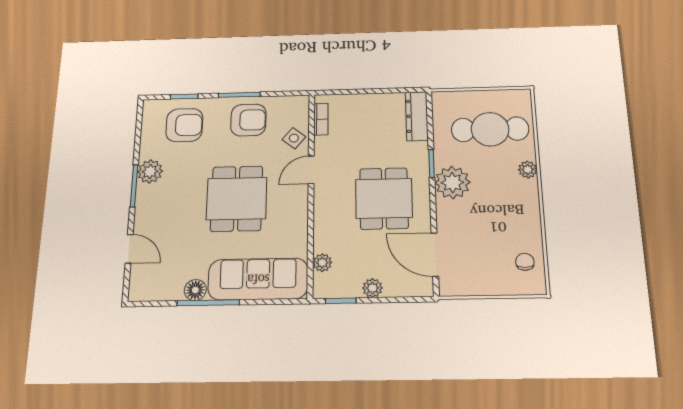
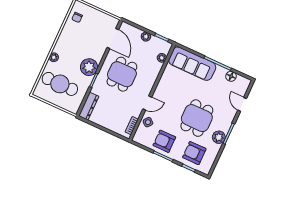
dining table: (237, 199) -> (197, 118), moved
floor lamp: (195, 290) -> (231, 76), moved

